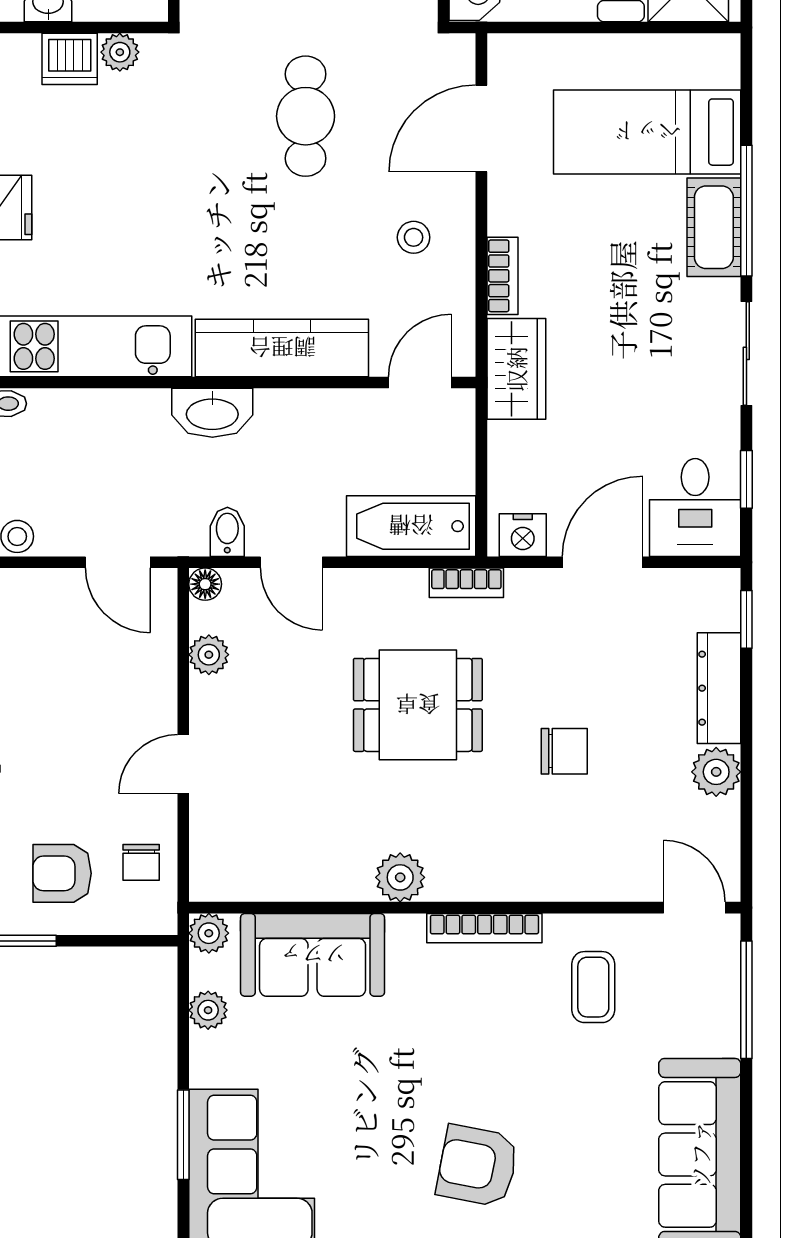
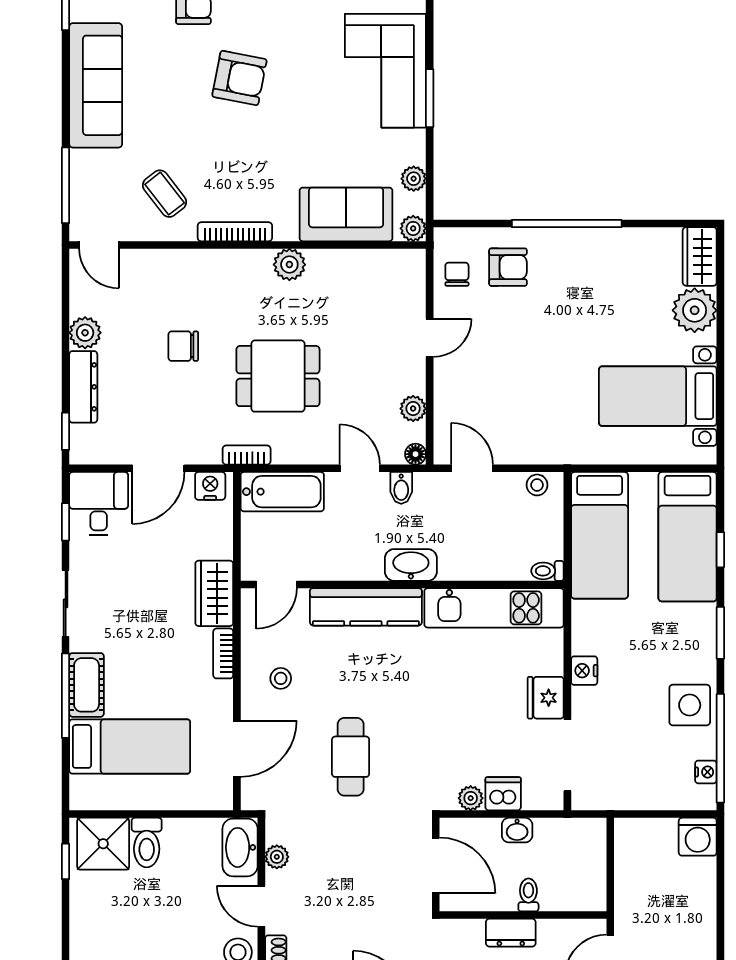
coffee table: (593, 987) -> (165, 194), turned -38

